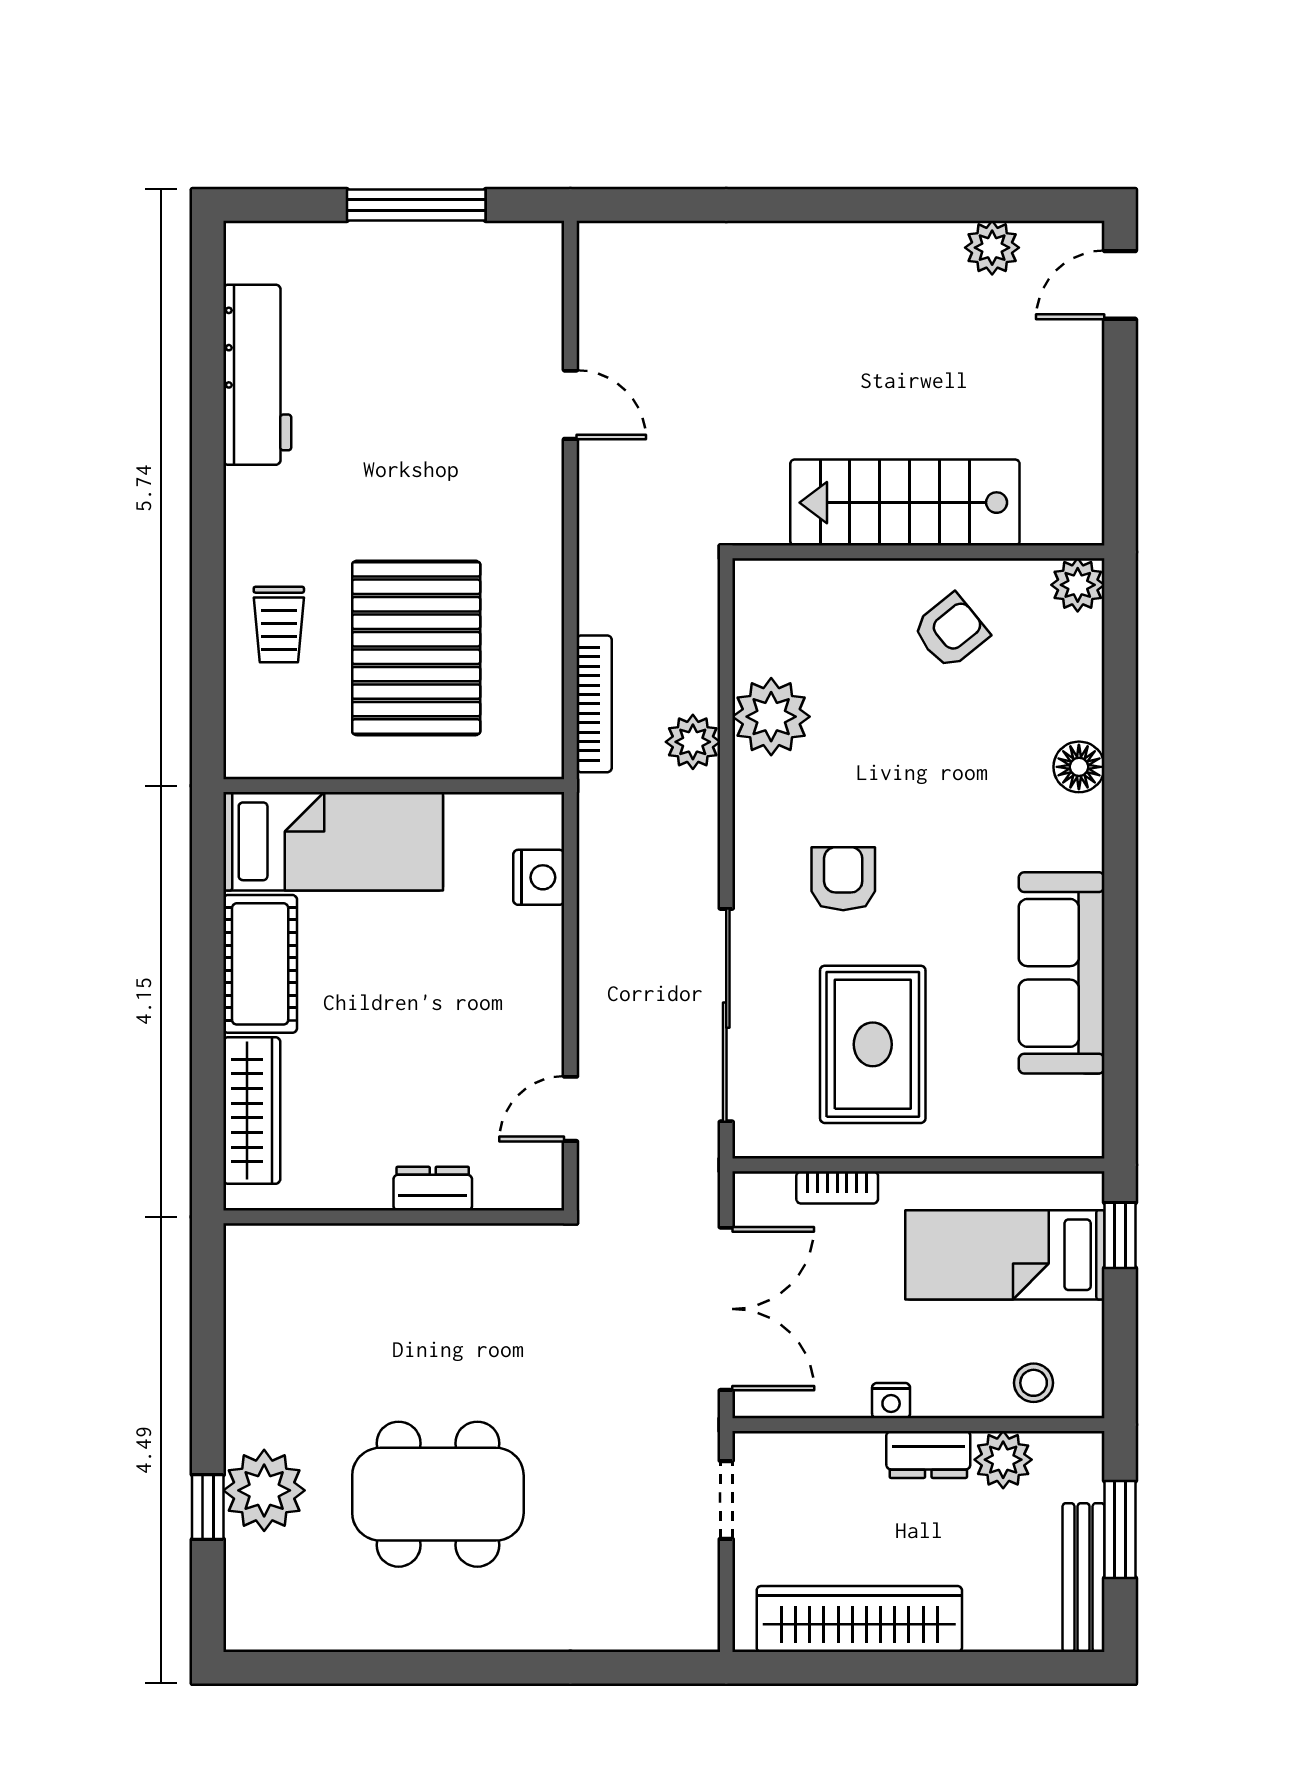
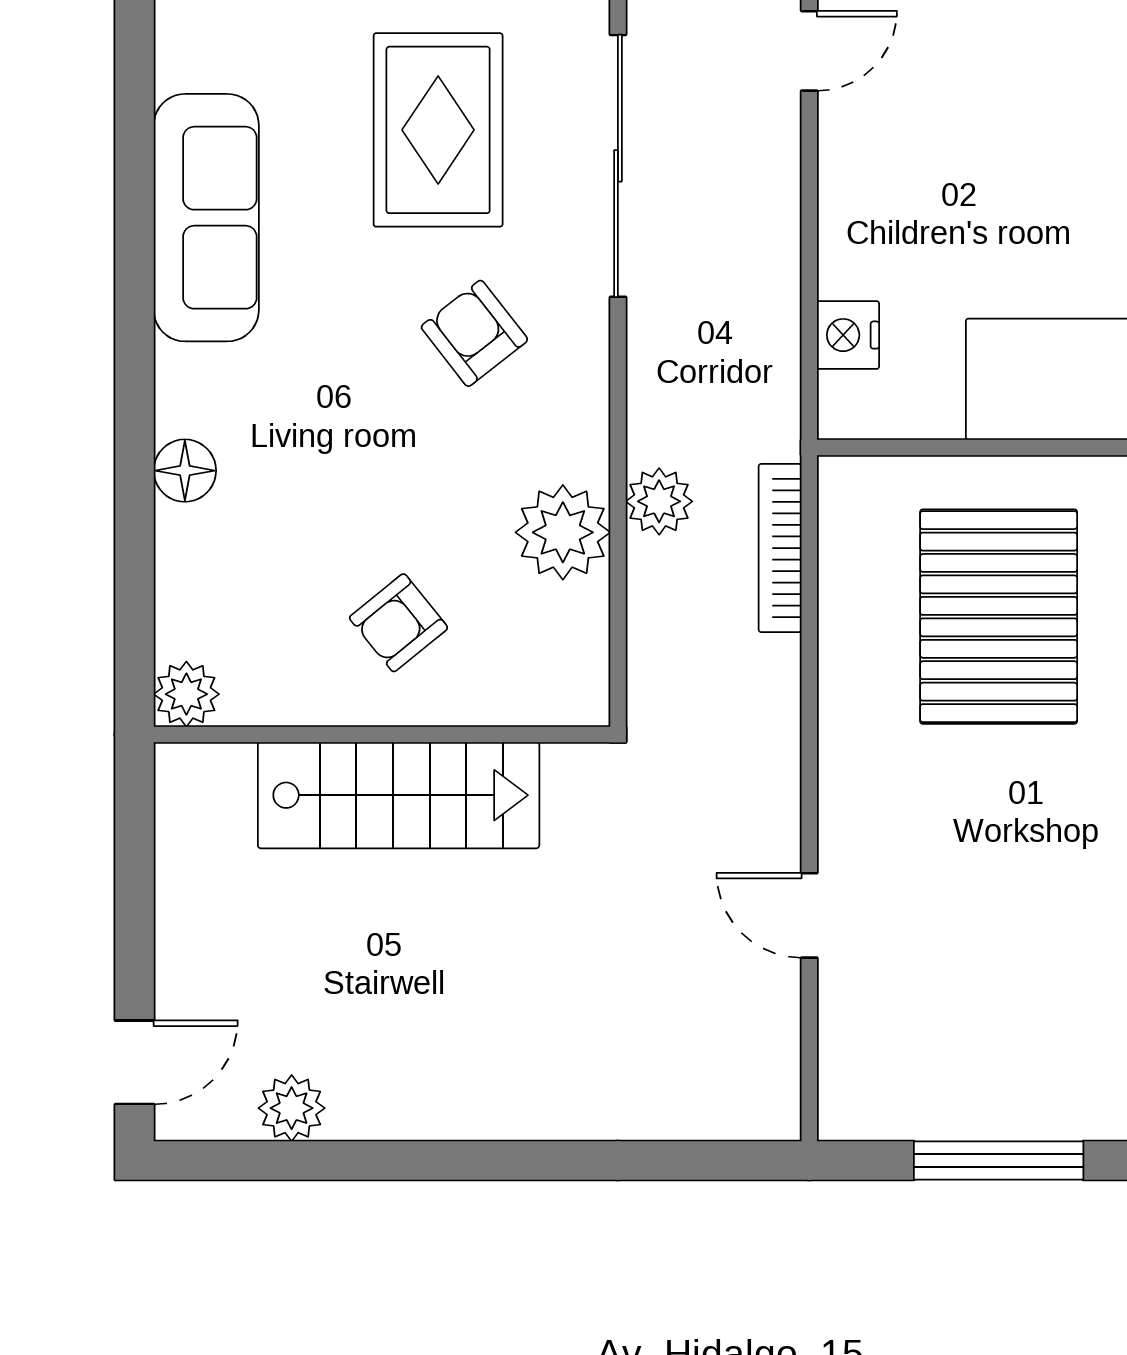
armchair: (951, 631) -> (399, 623), moved
armchair: (843, 879) -> (474, 333), turned 142

